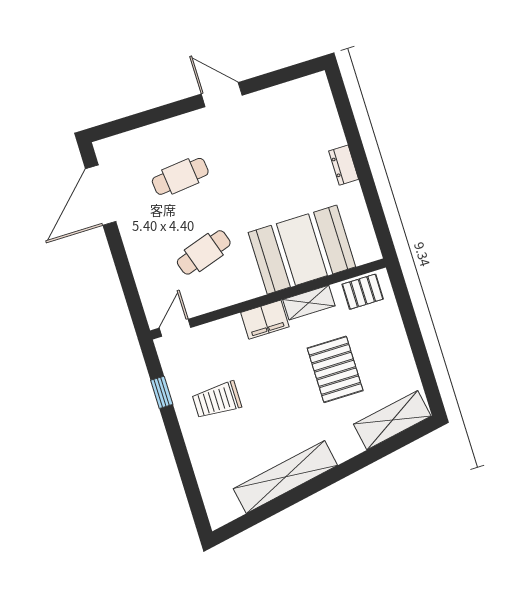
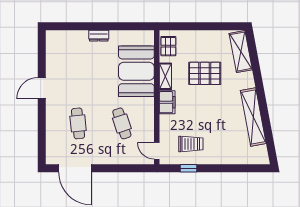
trolley: (217, 400) -> (191, 144), moved, turned -90

